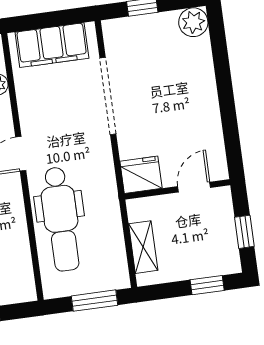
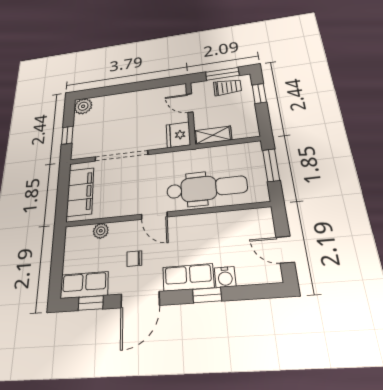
window: (244, 232) -> (222, 74), width x1.50
trolley: (220, 240) -> (227, 87), added
shelving: (143, 247) -> (213, 135), moved

